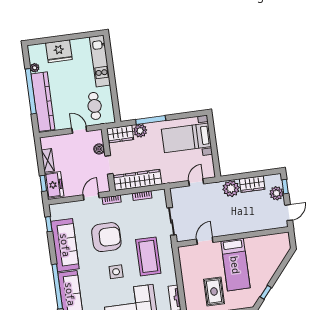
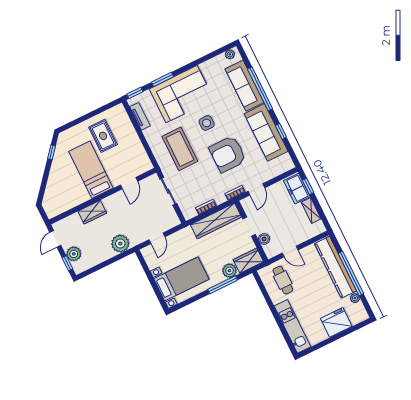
wardrobe: (252, 184) -> (92, 212), moved, turned 180
window: (49, 224) -> (281, 131), moved

